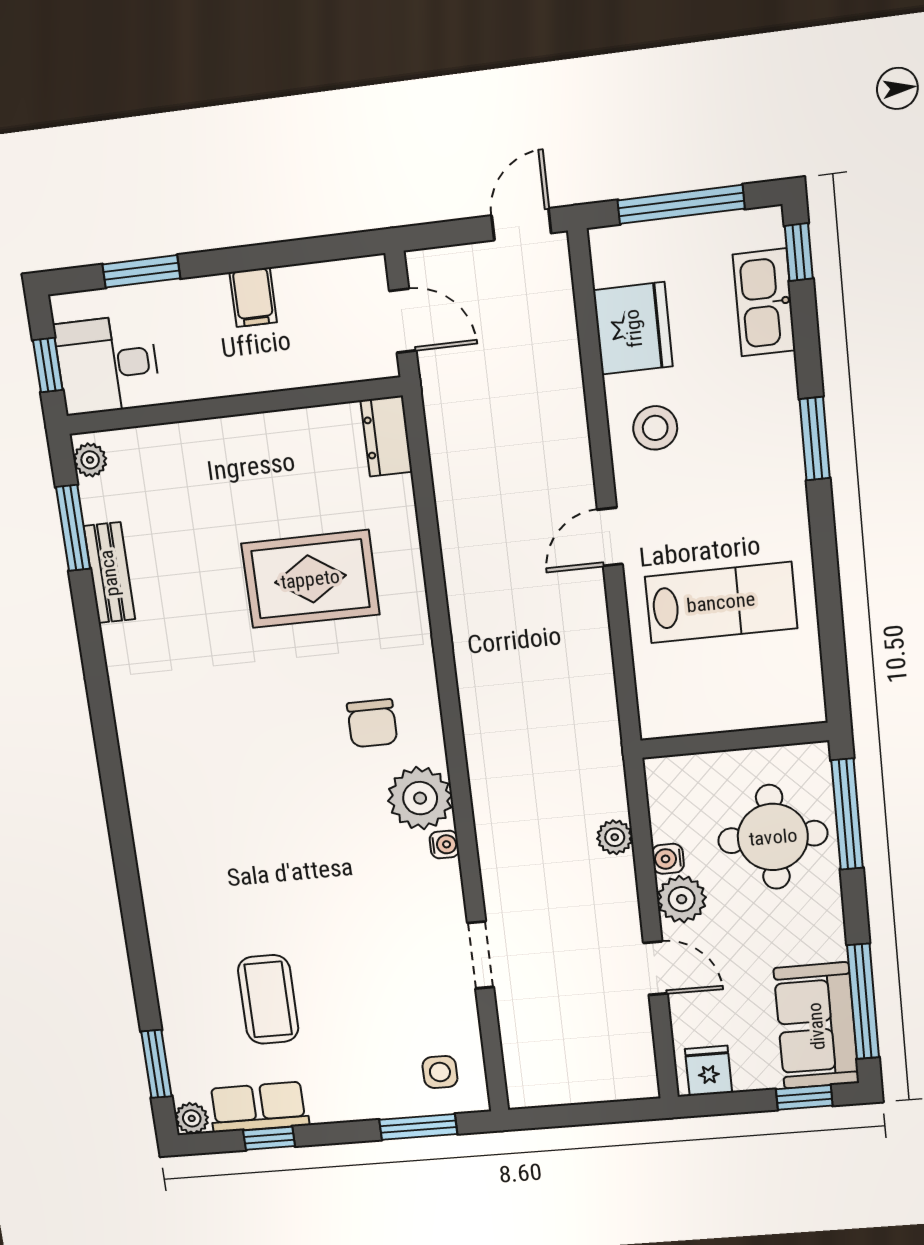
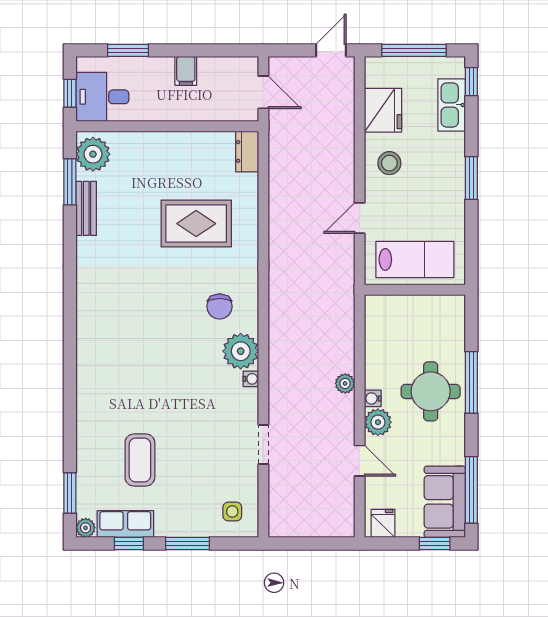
plant: (90, 460) -> (93, 154), width x1.88, depth x1.88
wall: (734, 740) -> (415, 290), moved
window: (418, 1127) -> (188, 544), moved

